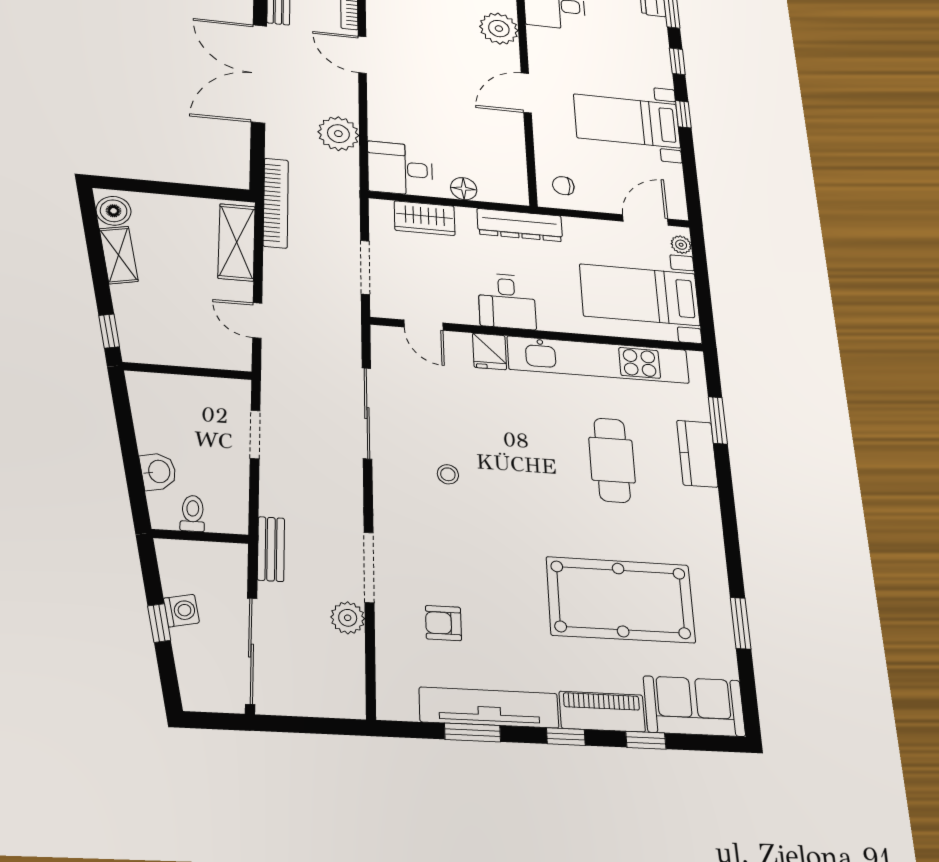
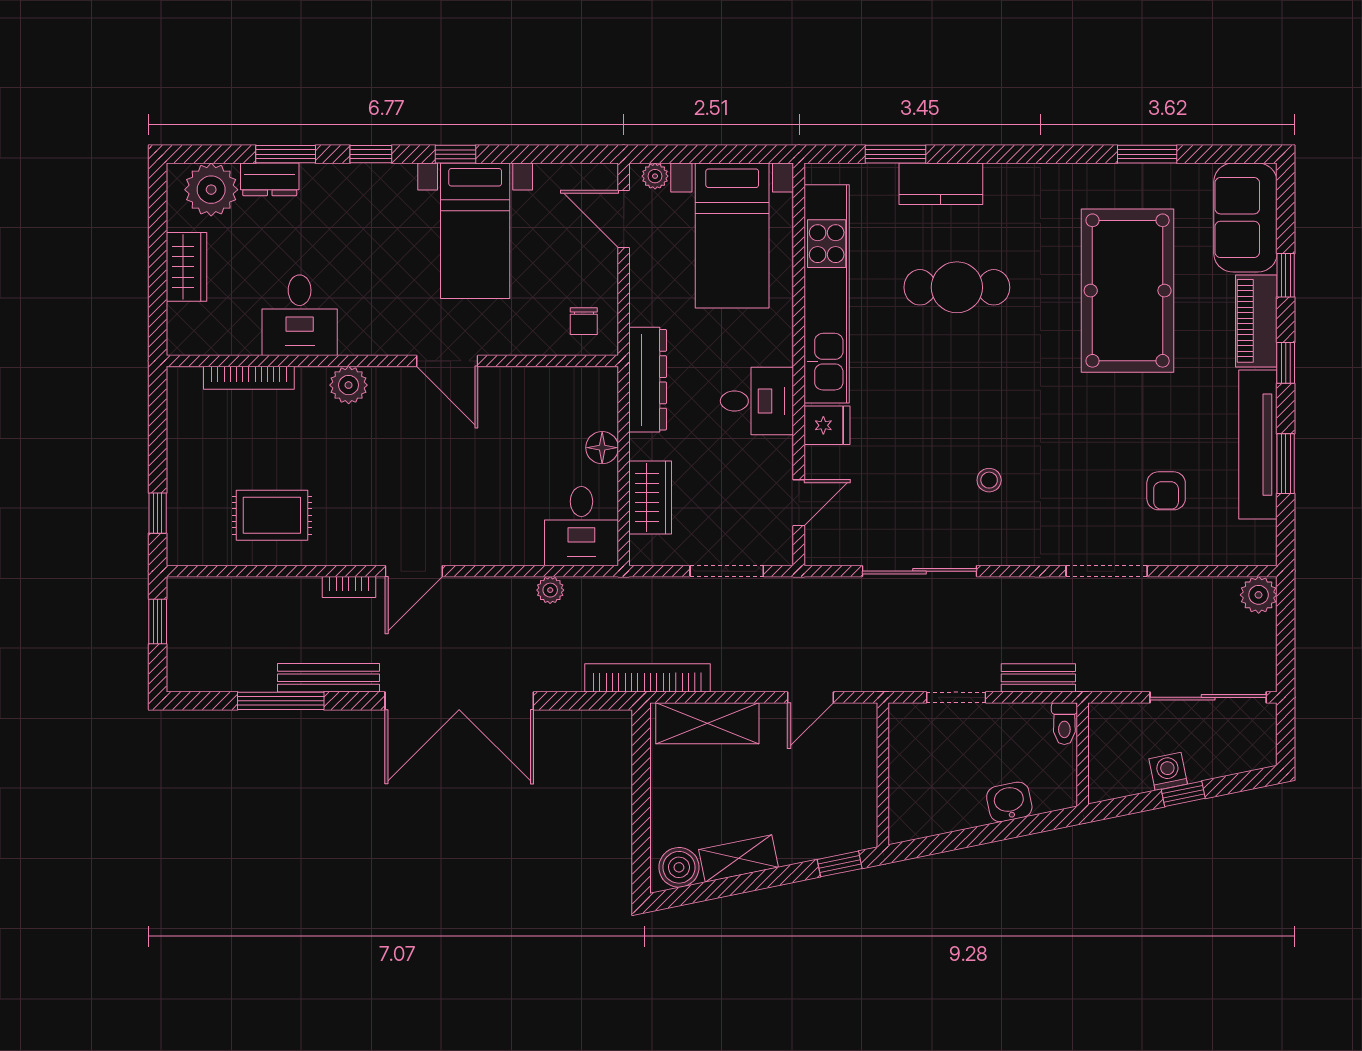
plant: (499, 29) -> (349, 385), width x0.73, depth x0.73
plant: (338, 134) -> (550, 590), width x0.53, depth x0.53
toilet: (193, 513) -> (1064, 724), moved, turned -90
bench: (271, 549) -> (1038, 678), moved
plant: (348, 618) -> (1259, 595), moved

